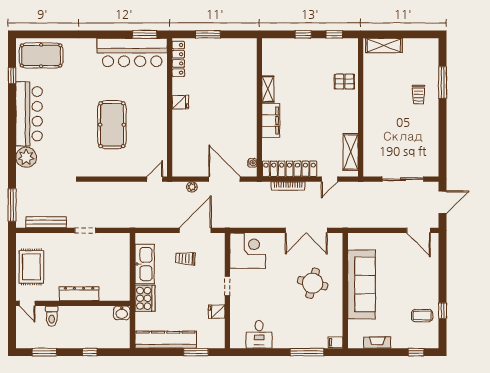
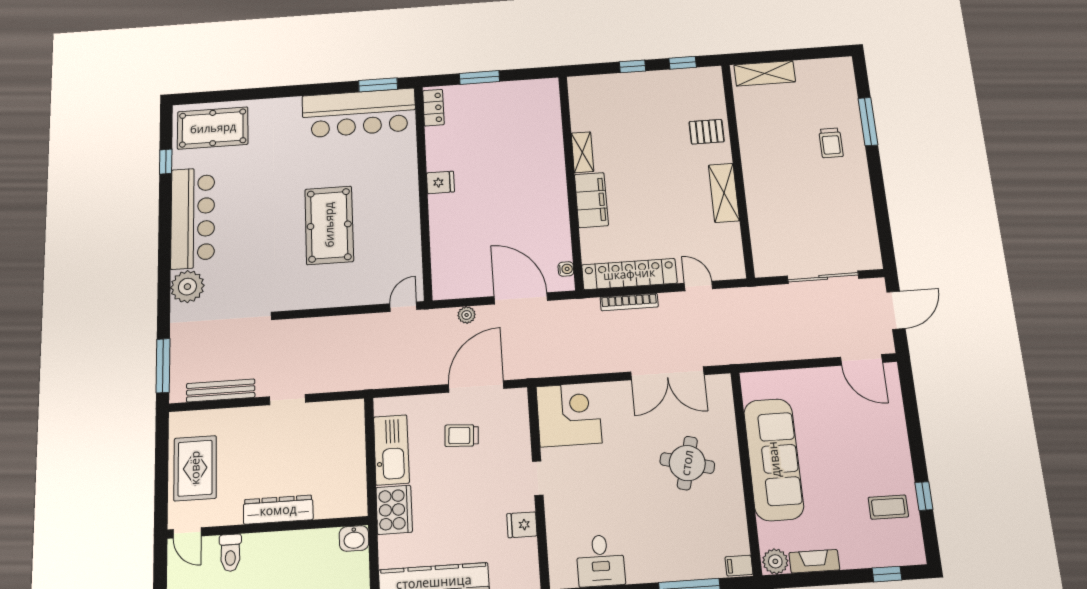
locker: (178, 59) -> (433, 108), width x0.66
shelving: (351, 152) -> (724, 193), moved
door: (329, 179) -> (698, 286), swing flipped
plant: (356, 341) -> (775, 561), added

